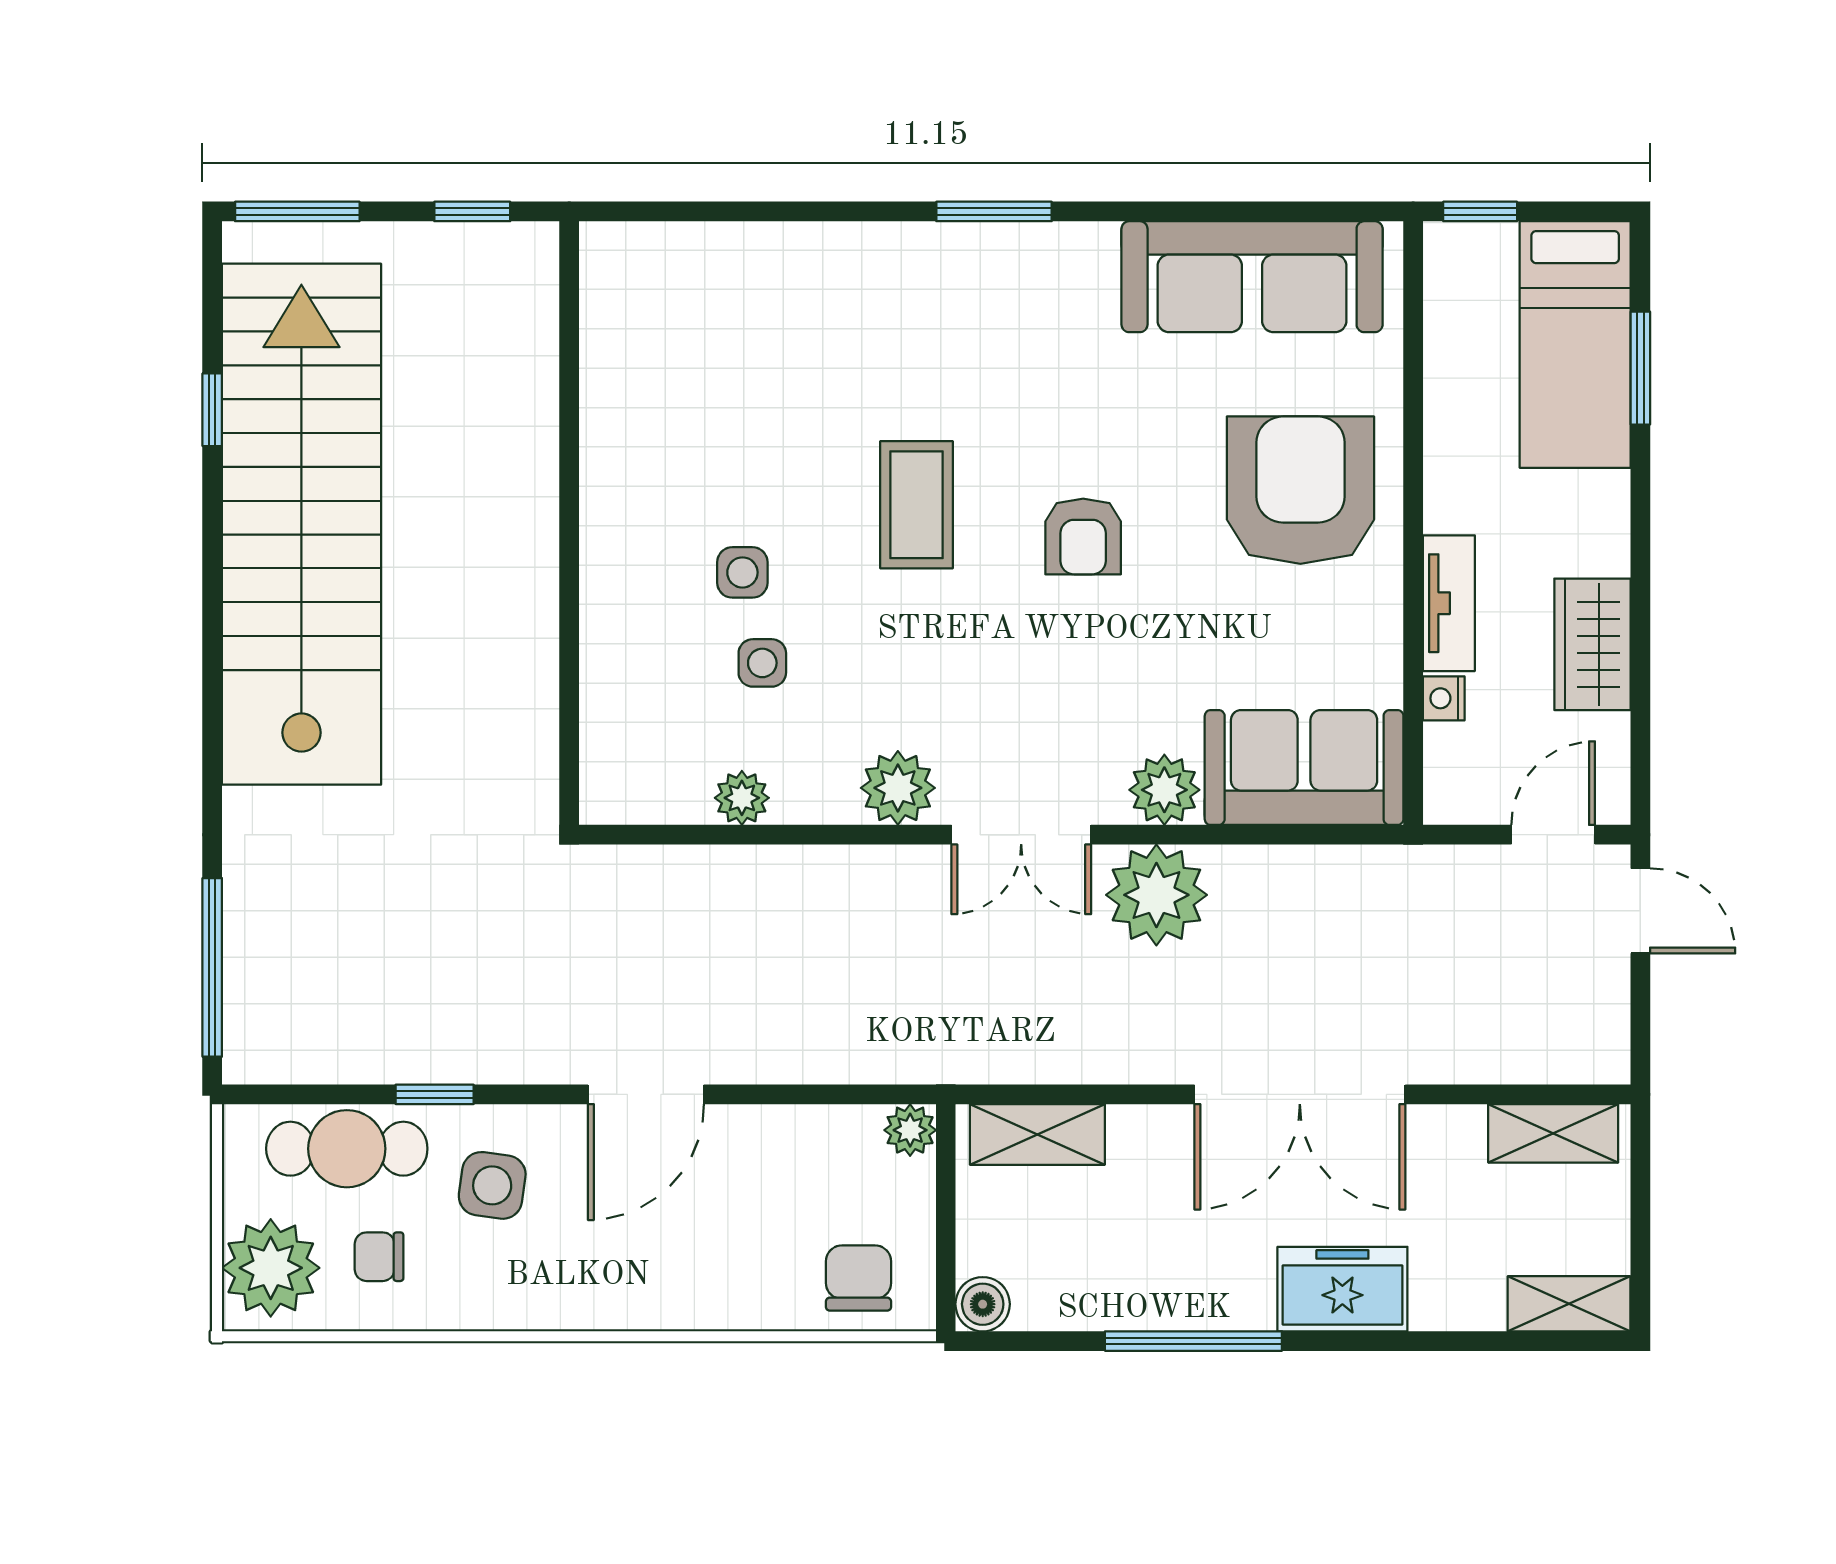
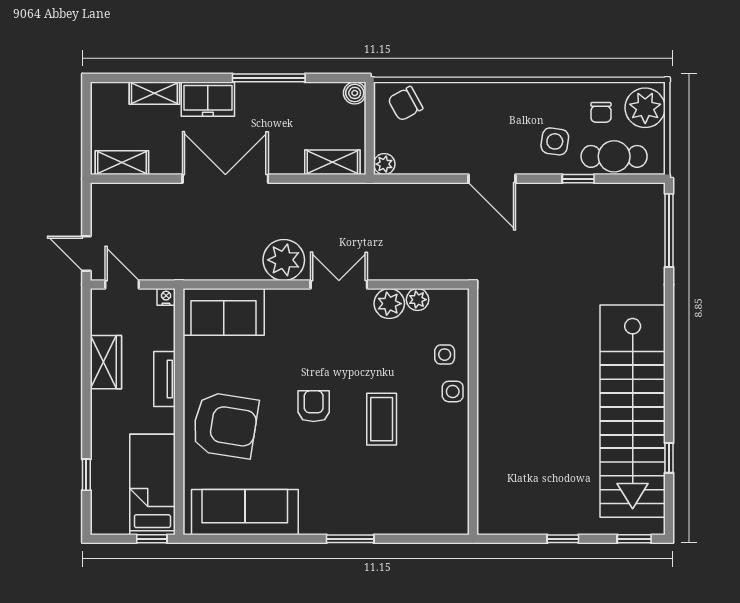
window: (297, 211) -> (634, 539), width x0.67
bed: (1575, 344) -> (152, 484), moved
window: (1640, 368) -> (86, 475), width x0.67
armchair: (1300, 490) -> (225, 425), turned -81
wall: (569, 523) -> (473, 412), moved
nightstand: (1444, 698) -> (166, 297), moved, turned -90
plant: (1164, 790) -> (281, 303), removed
plant: (742, 798) -> (418, 300), moved
door: (1553, 835) -> (122, 284), swing flipped
door: (646, 1094) -> (492, 179), swing flipped
chair: (379, 1257) -> (601, 112), turned 90
chair: (858, 1278) -> (405, 104), turned 61
shelving: (1569, 1304) -> (154, 93), moved

